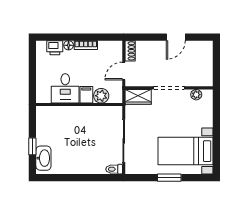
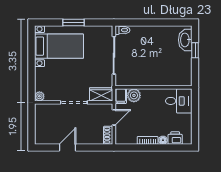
desk: (65, 88) -> (179, 101), moved, turned 90
filing cabinet: (86, 95) -> (121, 96), moved
plant: (196, 95) -> (39, 96), moved

